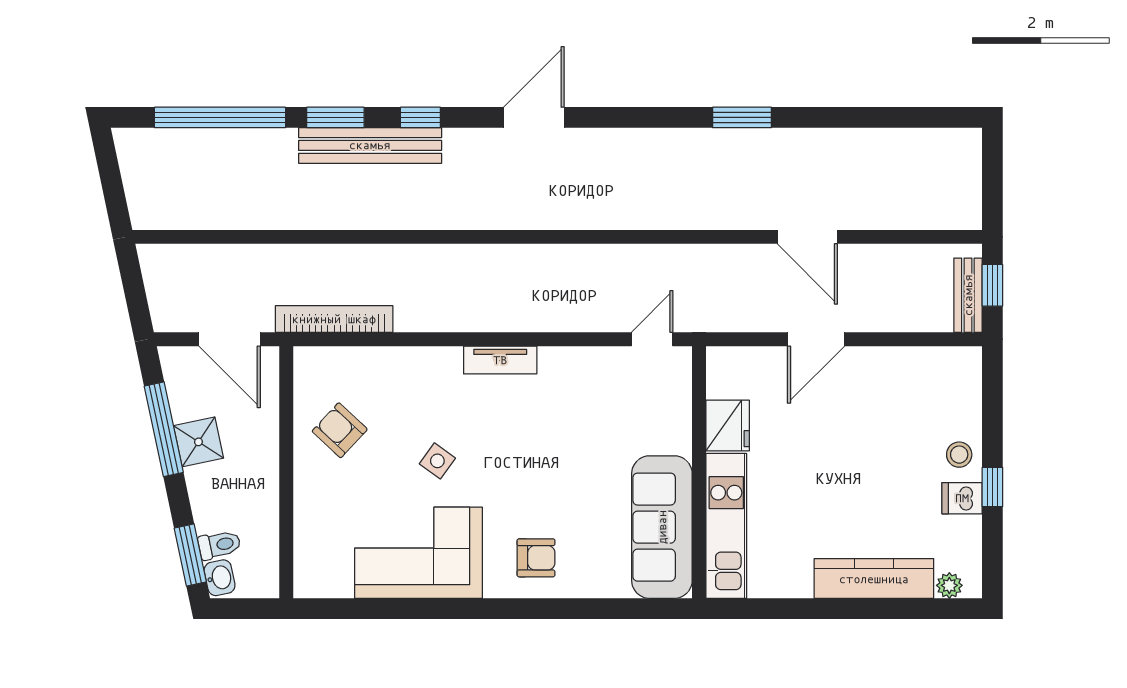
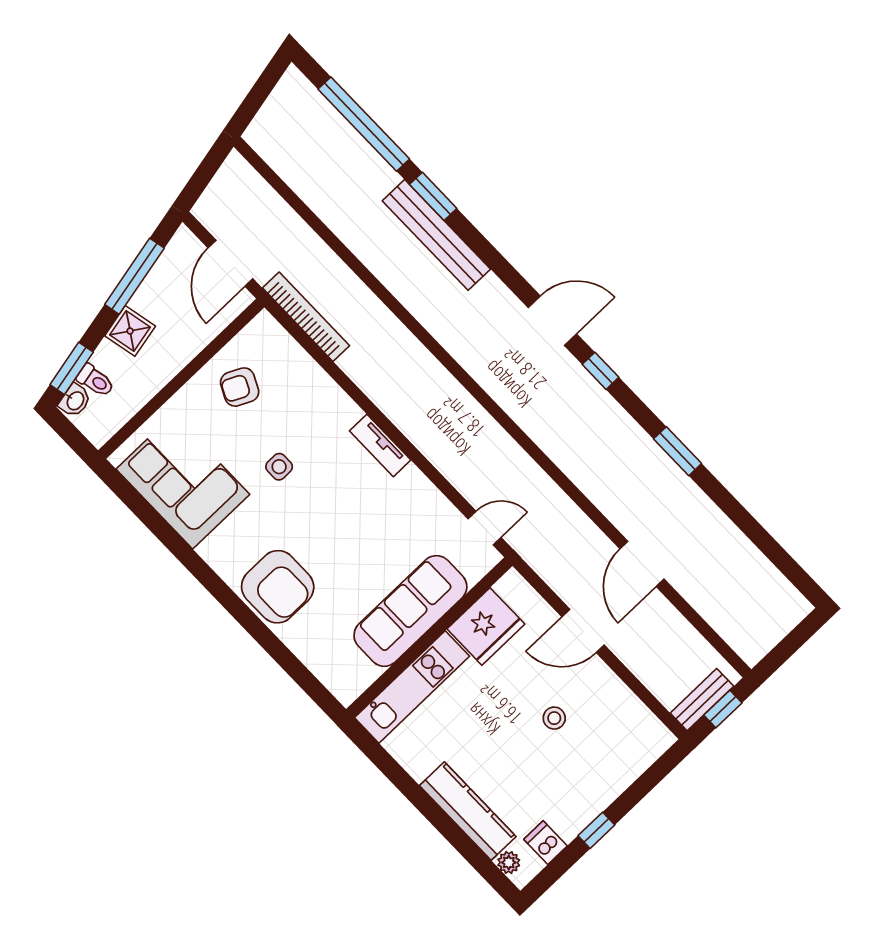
window: (420, 117) -> (600, 371), moved
fridge: (728, 426) -> (486, 626), width x1.36, depth x1.34
armchair: (340, 430) -> (240, 387), turned -107
shower: (198, 442) -> (130, 331), moved
stool: (959, 455) -> (554, 718), moved
side table: (437, 461) -> (279, 467), turned -36
dishwasher: (962, 498) -> (546, 843), moved
sofa: (662, 527) -> (410, 611), moved
corner sofa: (419, 553) -> (183, 482), moved
armchair: (536, 558) -> (278, 587), width x1.88, depth x1.88

